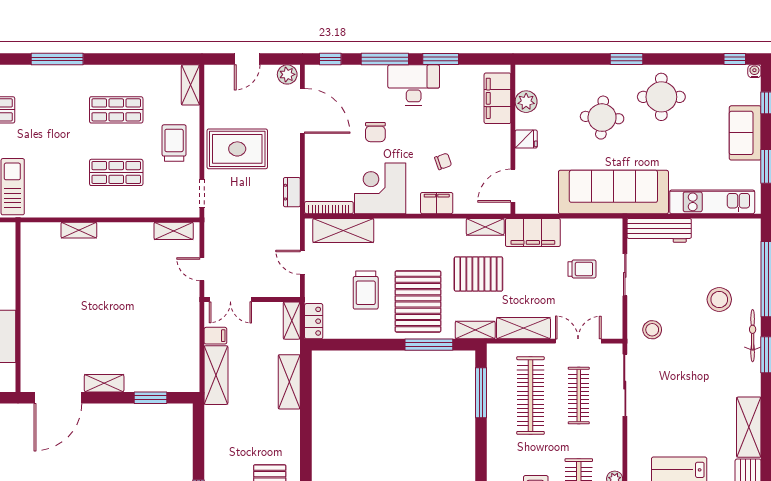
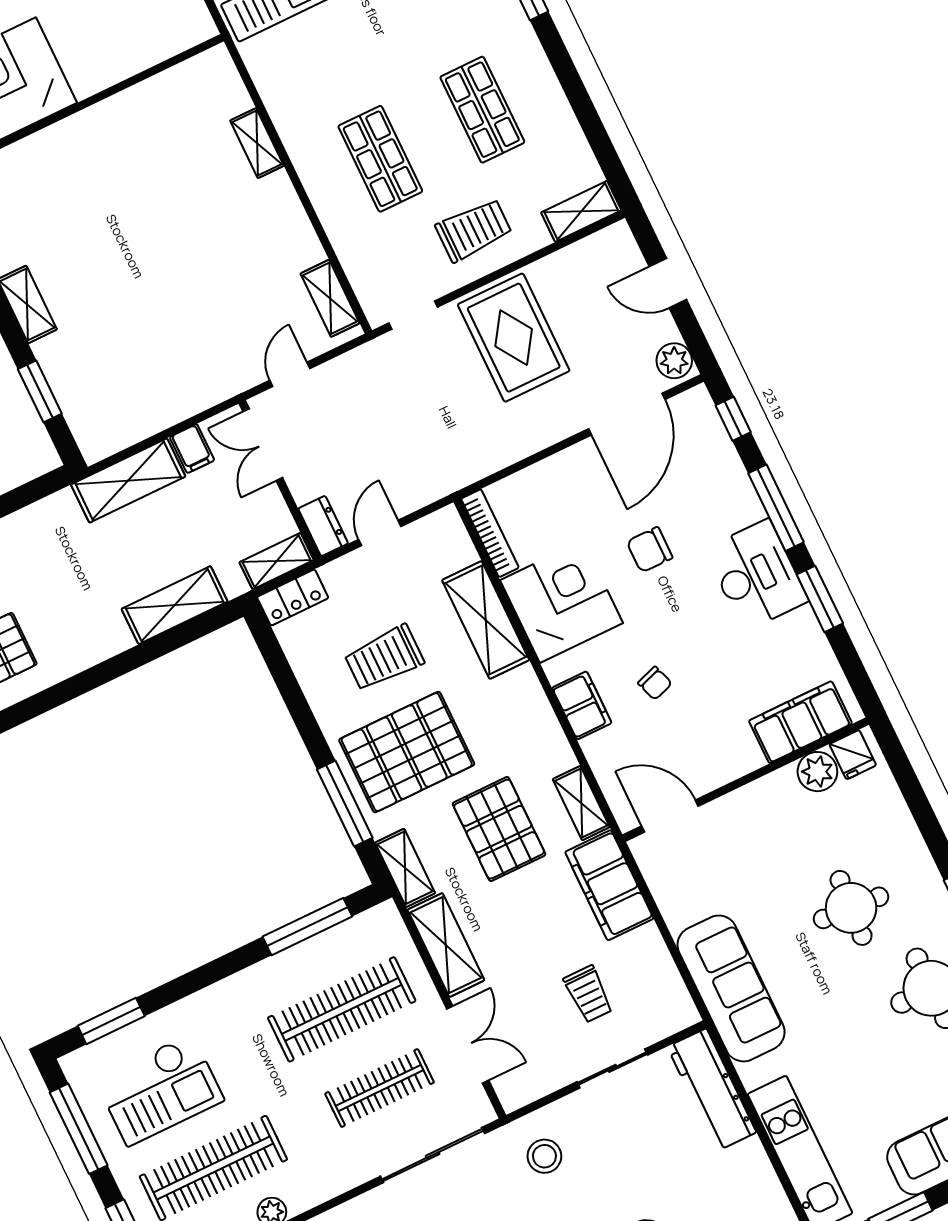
fridge: (526, 139) -> (853, 755), moved
dresser: (292, 192) -> (323, 526), moved, turned 90
sofa: (613, 192) -> (731, 988), width x0.74, depth x0.79
shelving: (343, 231) -> (486, 620), moved

